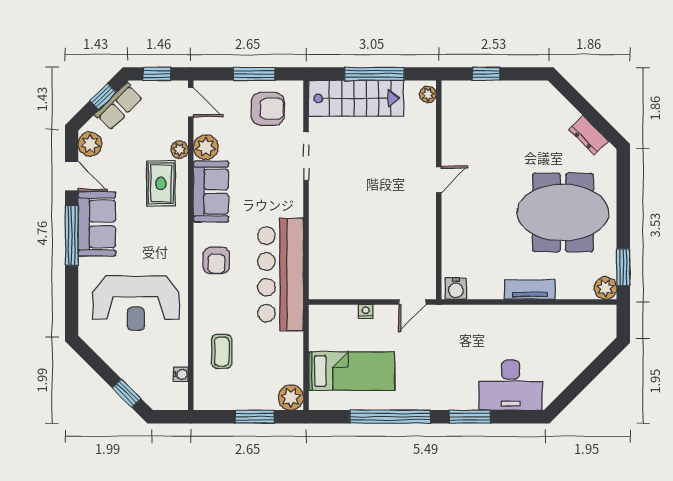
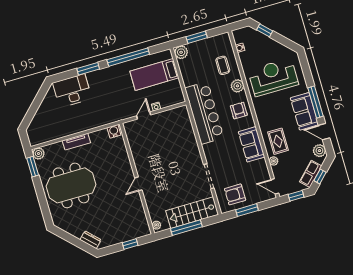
dresser: (588, 135) -> (91, 240), moved
plant: (206, 147) -> (237, 86), moved
door: (412, 302) -> (144, 115), moved

